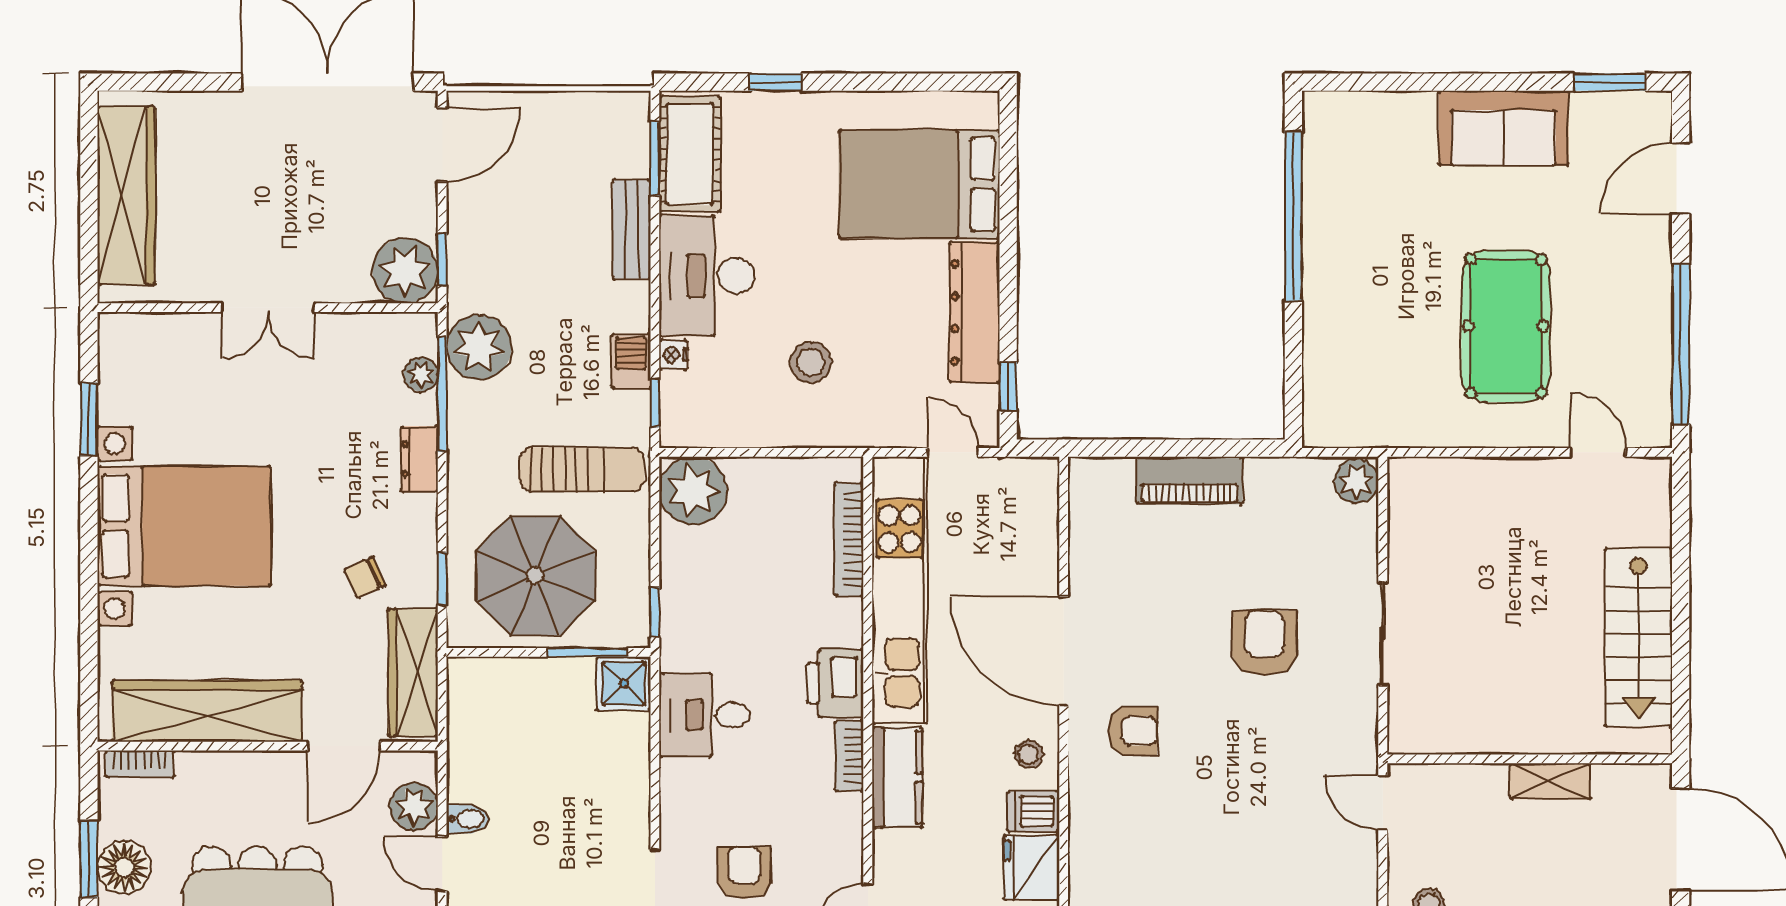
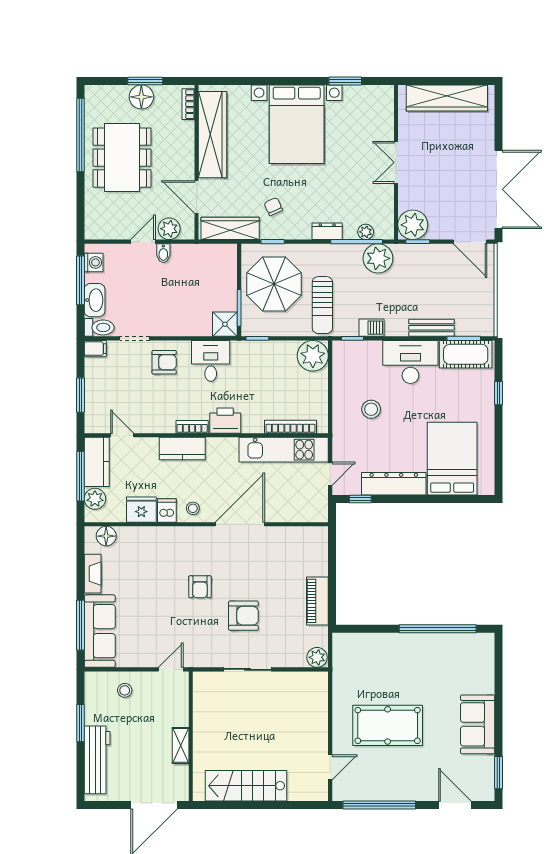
nightstand: (673, 355) -> (375, 347), removed
piano: (1190, 480) -> (317, 601), moved
kitchen unit: (900, 590) -> (284, 450), width x0.73
armchair: (1133, 731) -> (200, 587), moved
armchair: (744, 873) -> (164, 362), moved

